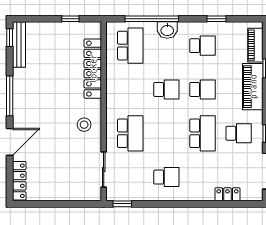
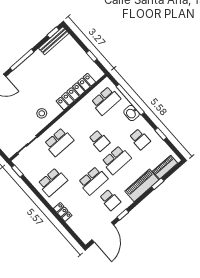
school desk: (202, 89) -> (116, 160), width x1.85
school desk: (166, 177) -> (53, 182), width x1.85
locker: (227, 194) -> (63, 212), moved

